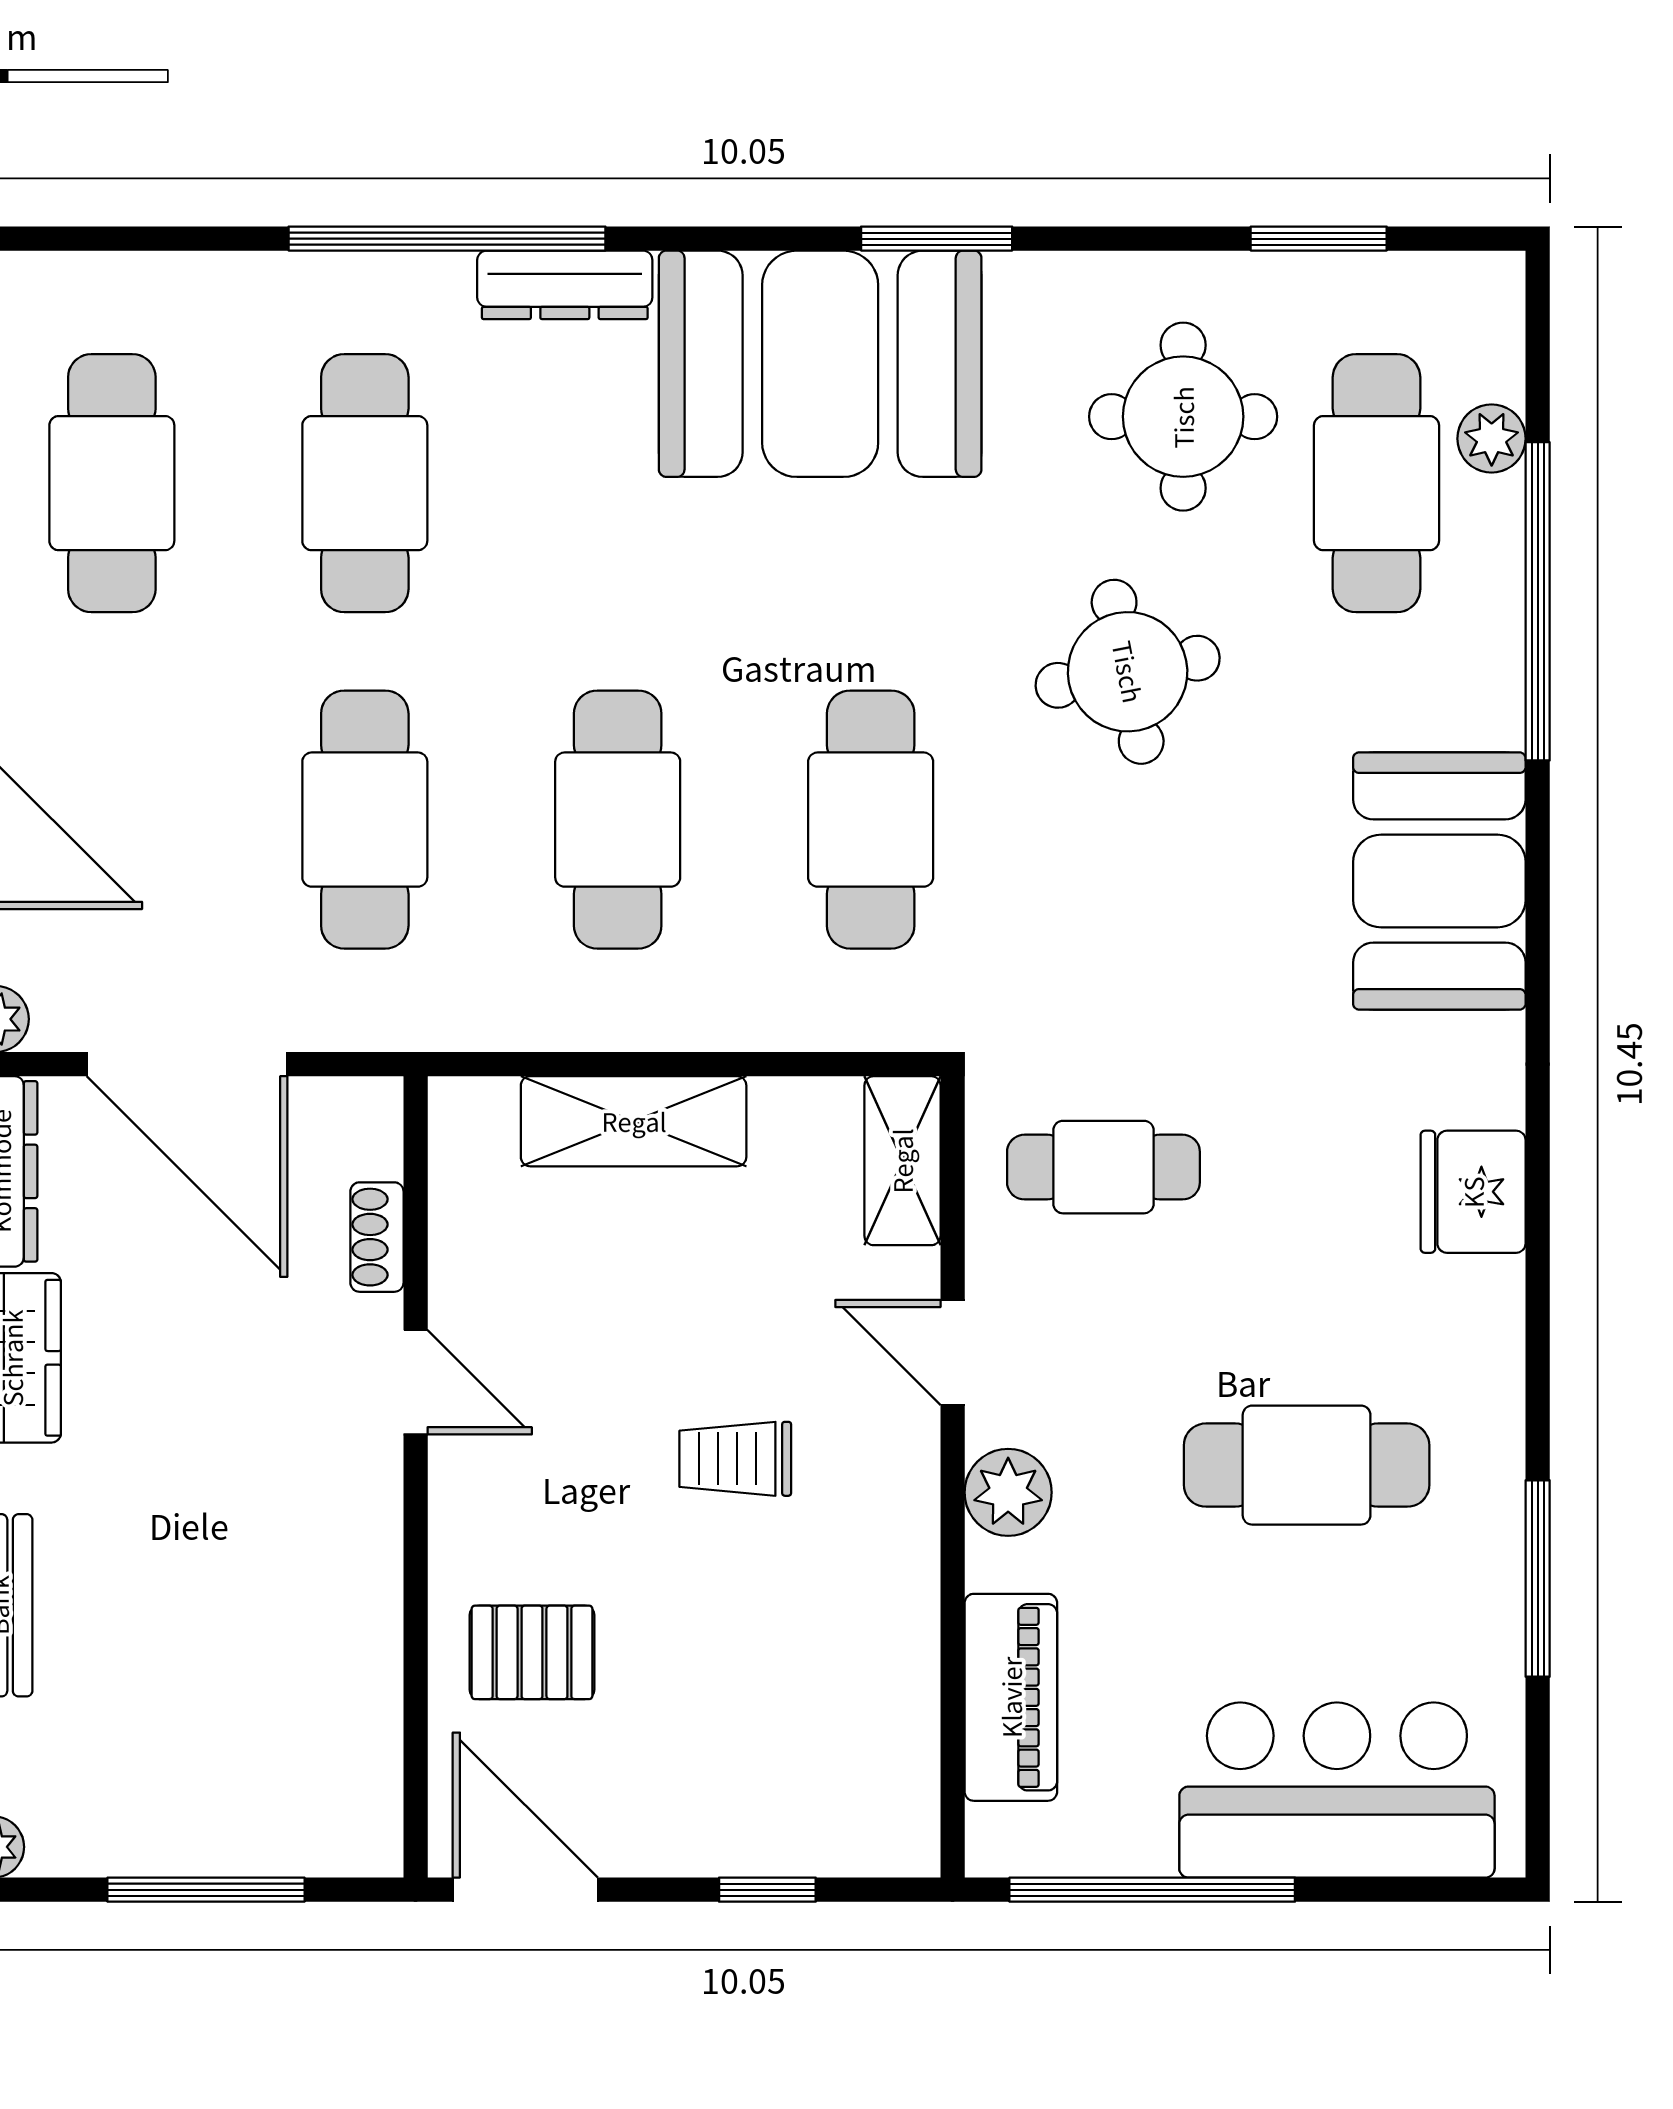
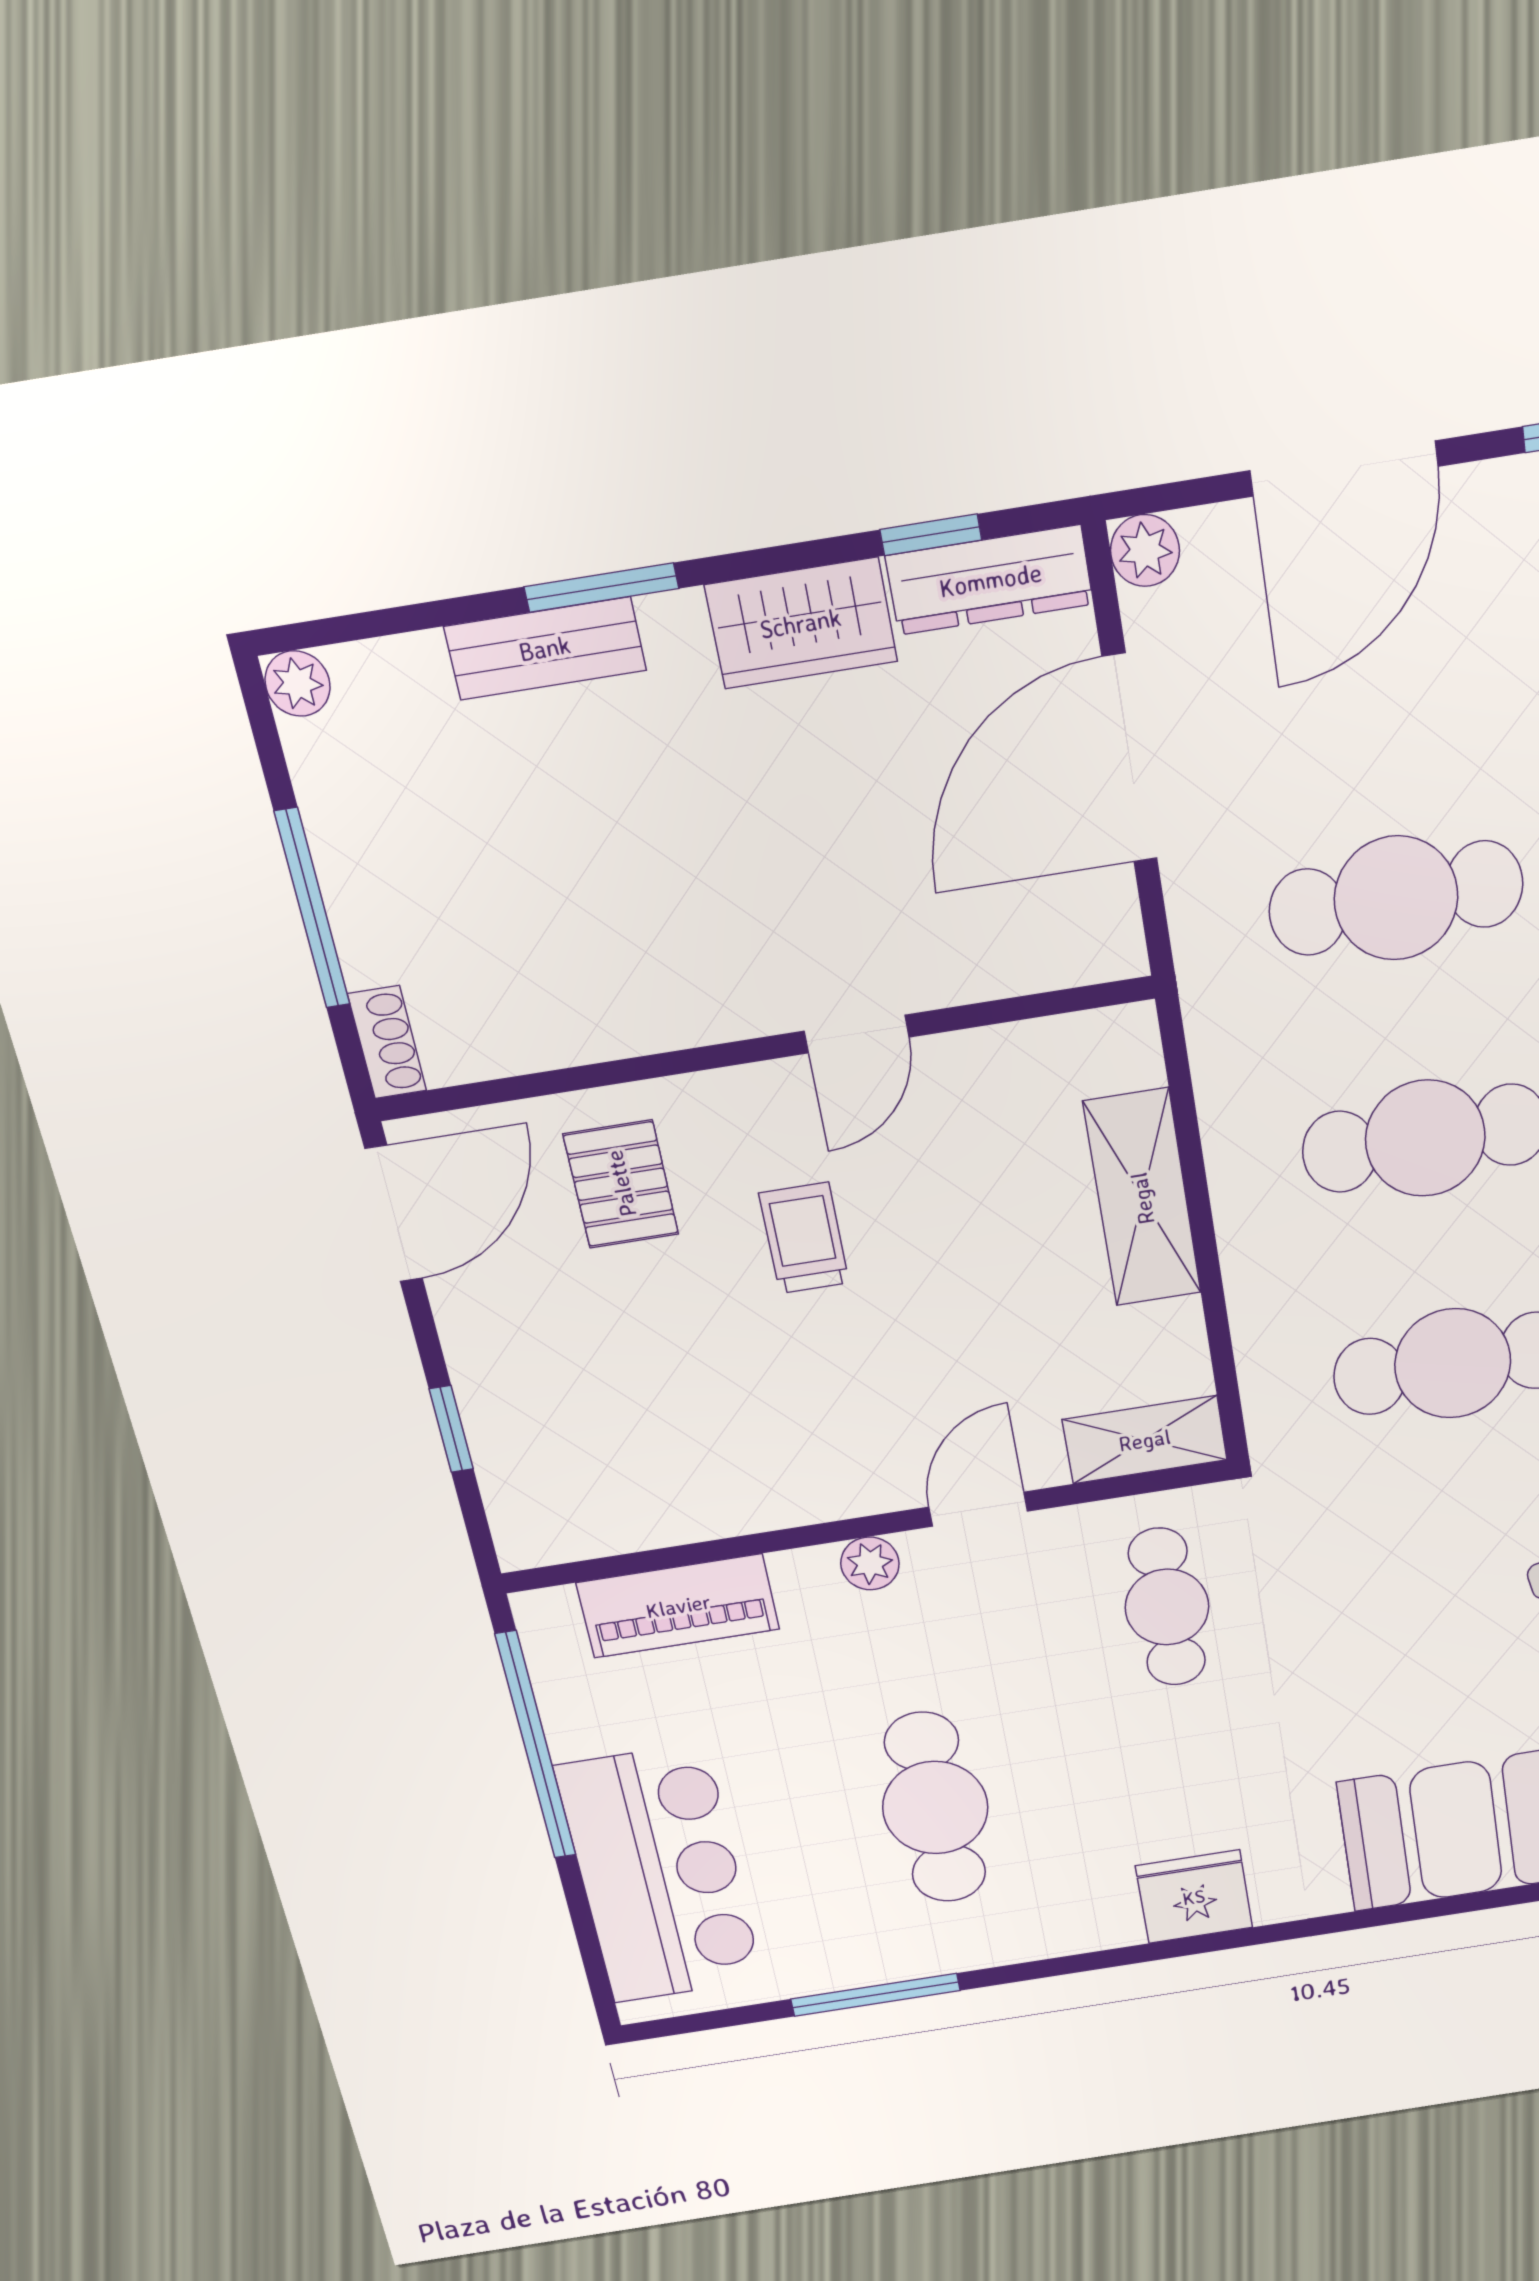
shoe rack: (377, 1237) -> (387, 1042), moved, turned 90
trolley: (735, 1459) -> (804, 1238), moved
plant: (1008, 1492) -> (870, 1563), width x0.73, depth x0.73

